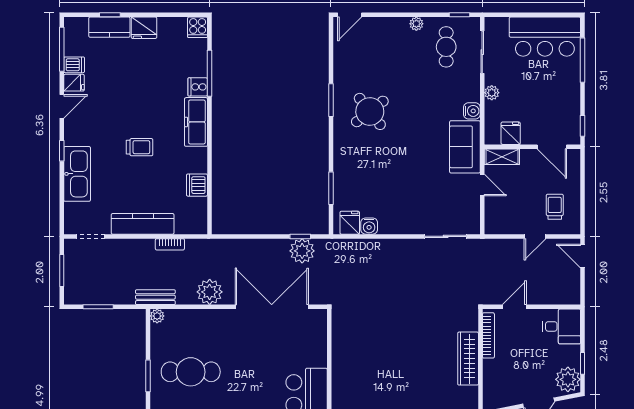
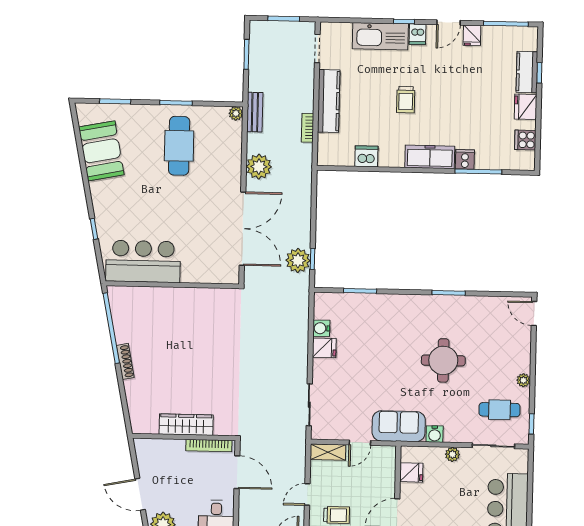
cooker: (198, 27) -> (525, 140), moved
dishwasher: (74, 65) -> (418, 34), moved
door: (62, 106) -> (448, 22), hinge flipped
round table: (370, 111) -> (443, 360), moved, turned 38
shelving: (502, 157) -> (328, 452), moved, turned 90
fridge: (350, 223) -> (324, 348), moved
door: (535, 236) -> (307, 494), hinge flipped
door: (514, 307) -> (237, 472), width x1.38

